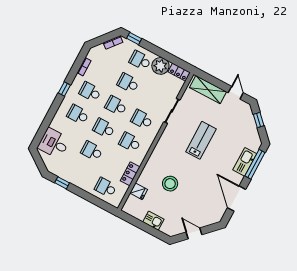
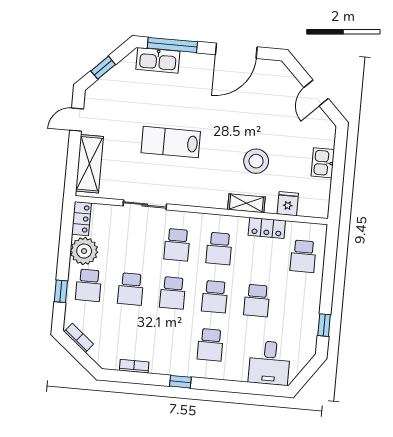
window: (134, 38) -> (61, 291), moved
school desk: (90, 92) -> (168, 341), removed
kitchen sink: (245, 162) -> (158, 60), moved
shelving: (149, 168) -> (246, 203), added

